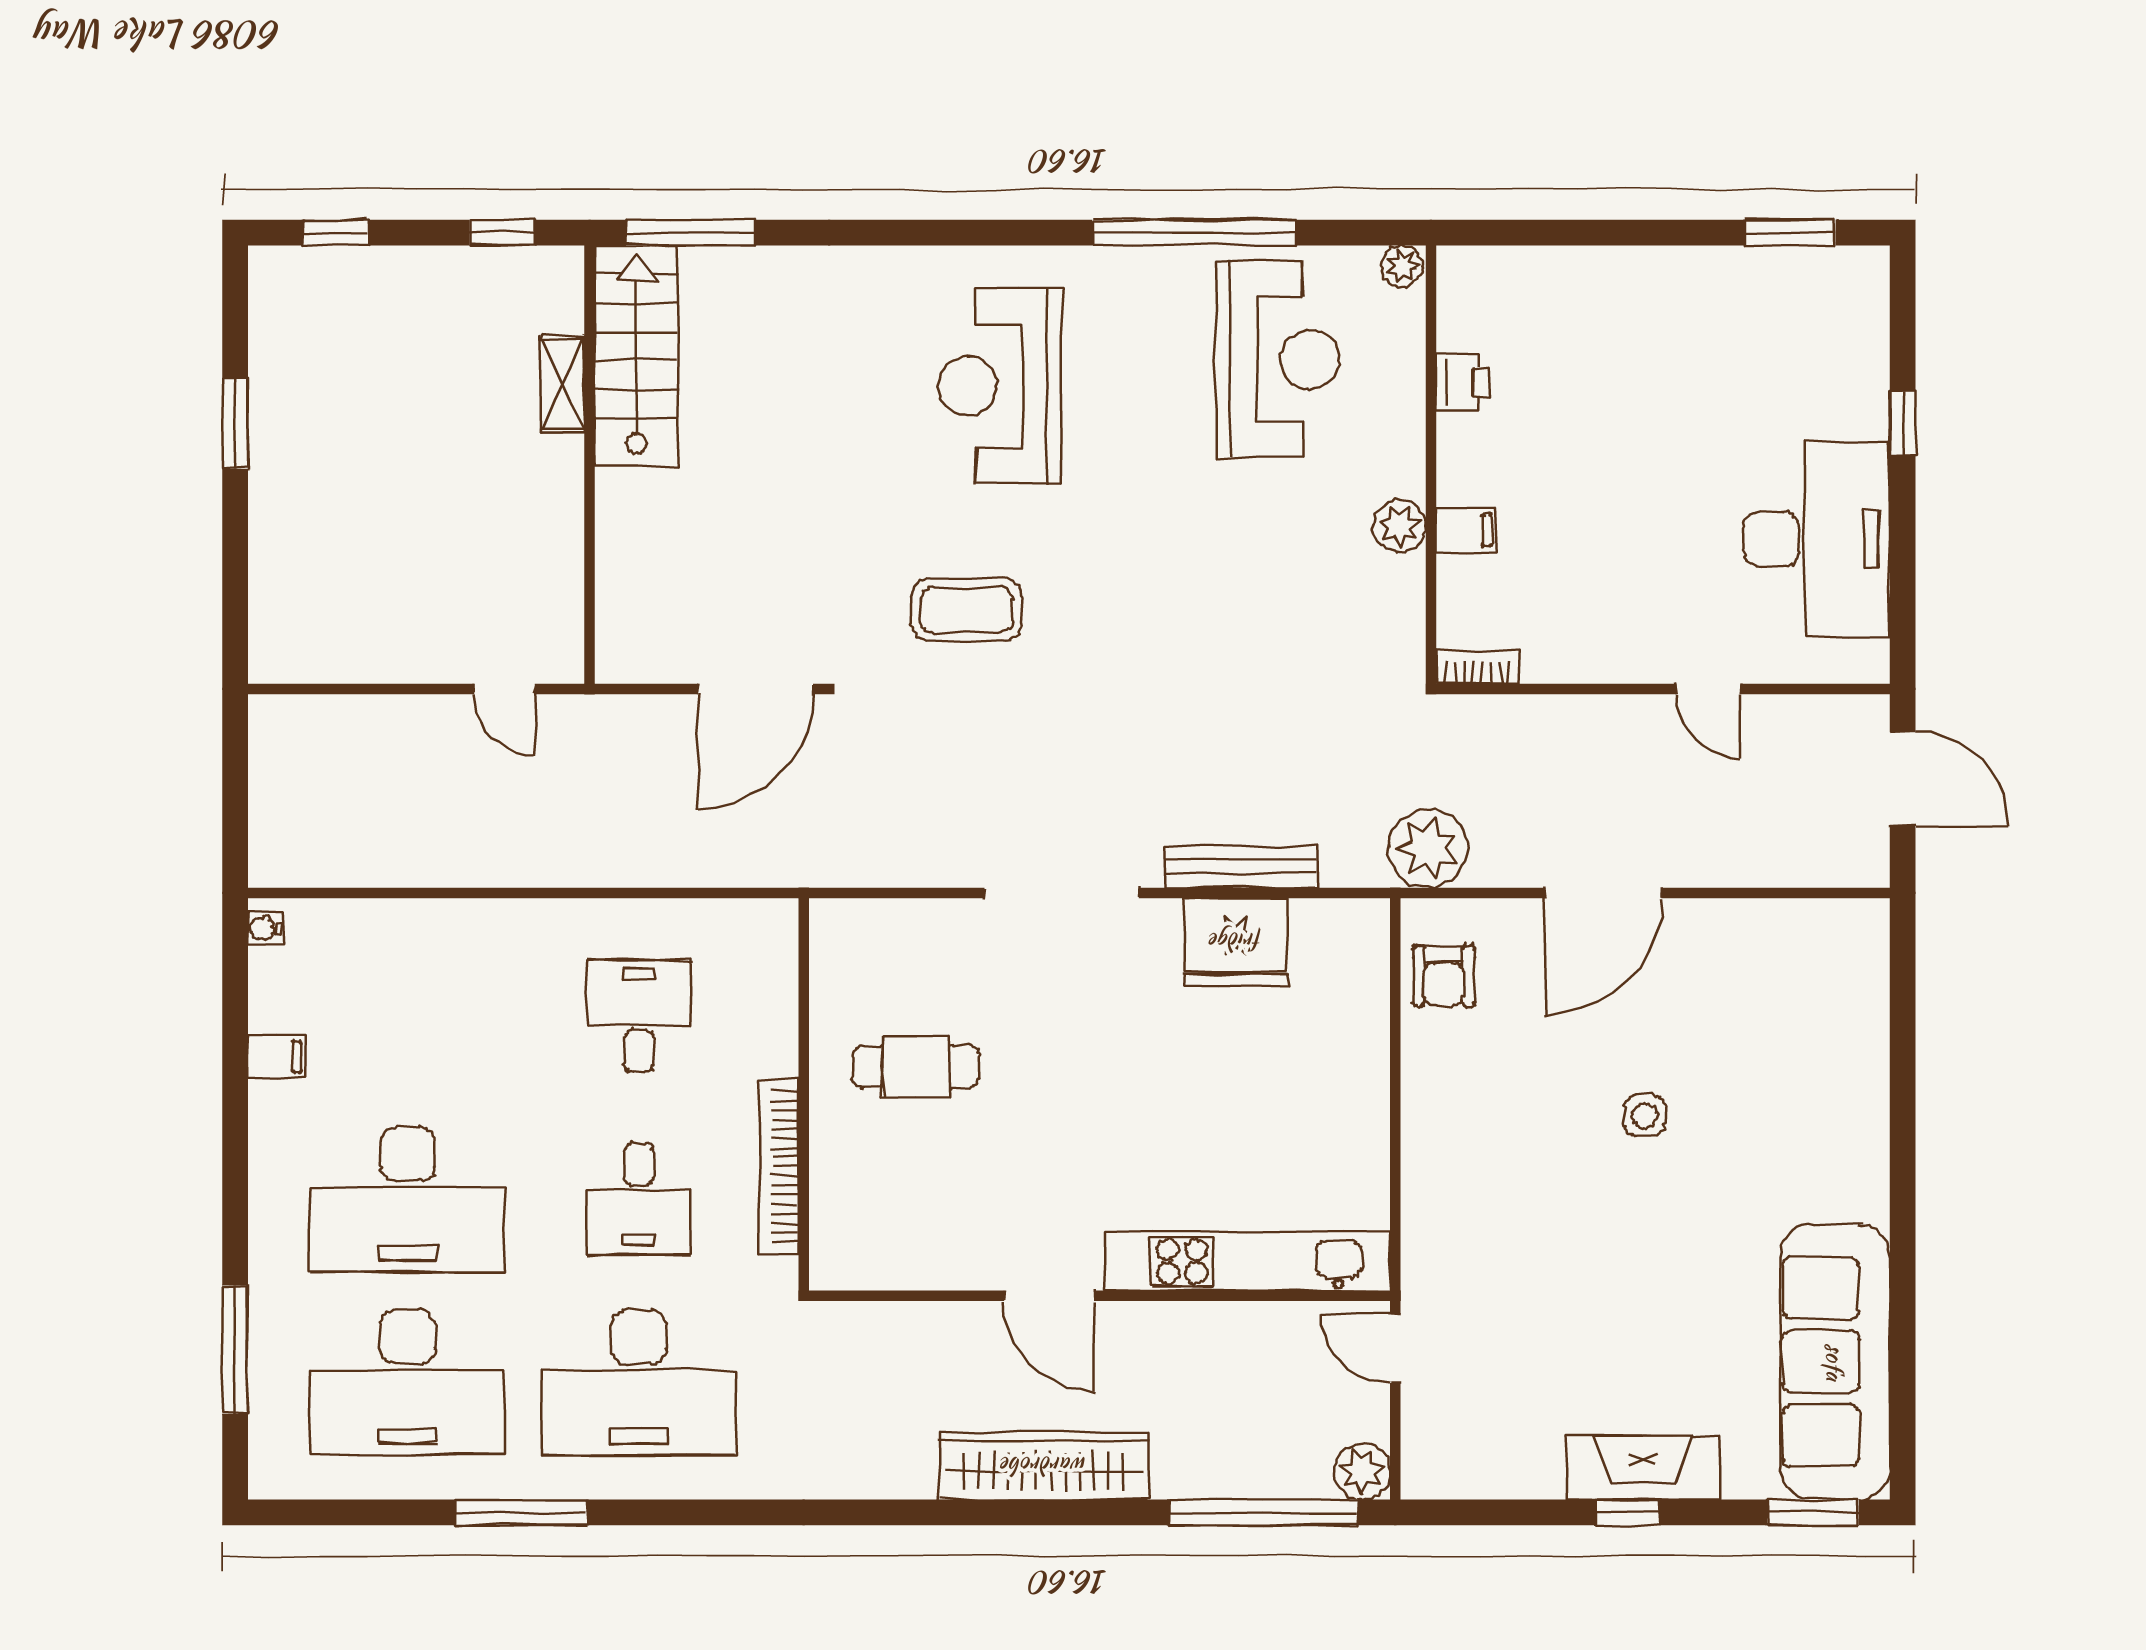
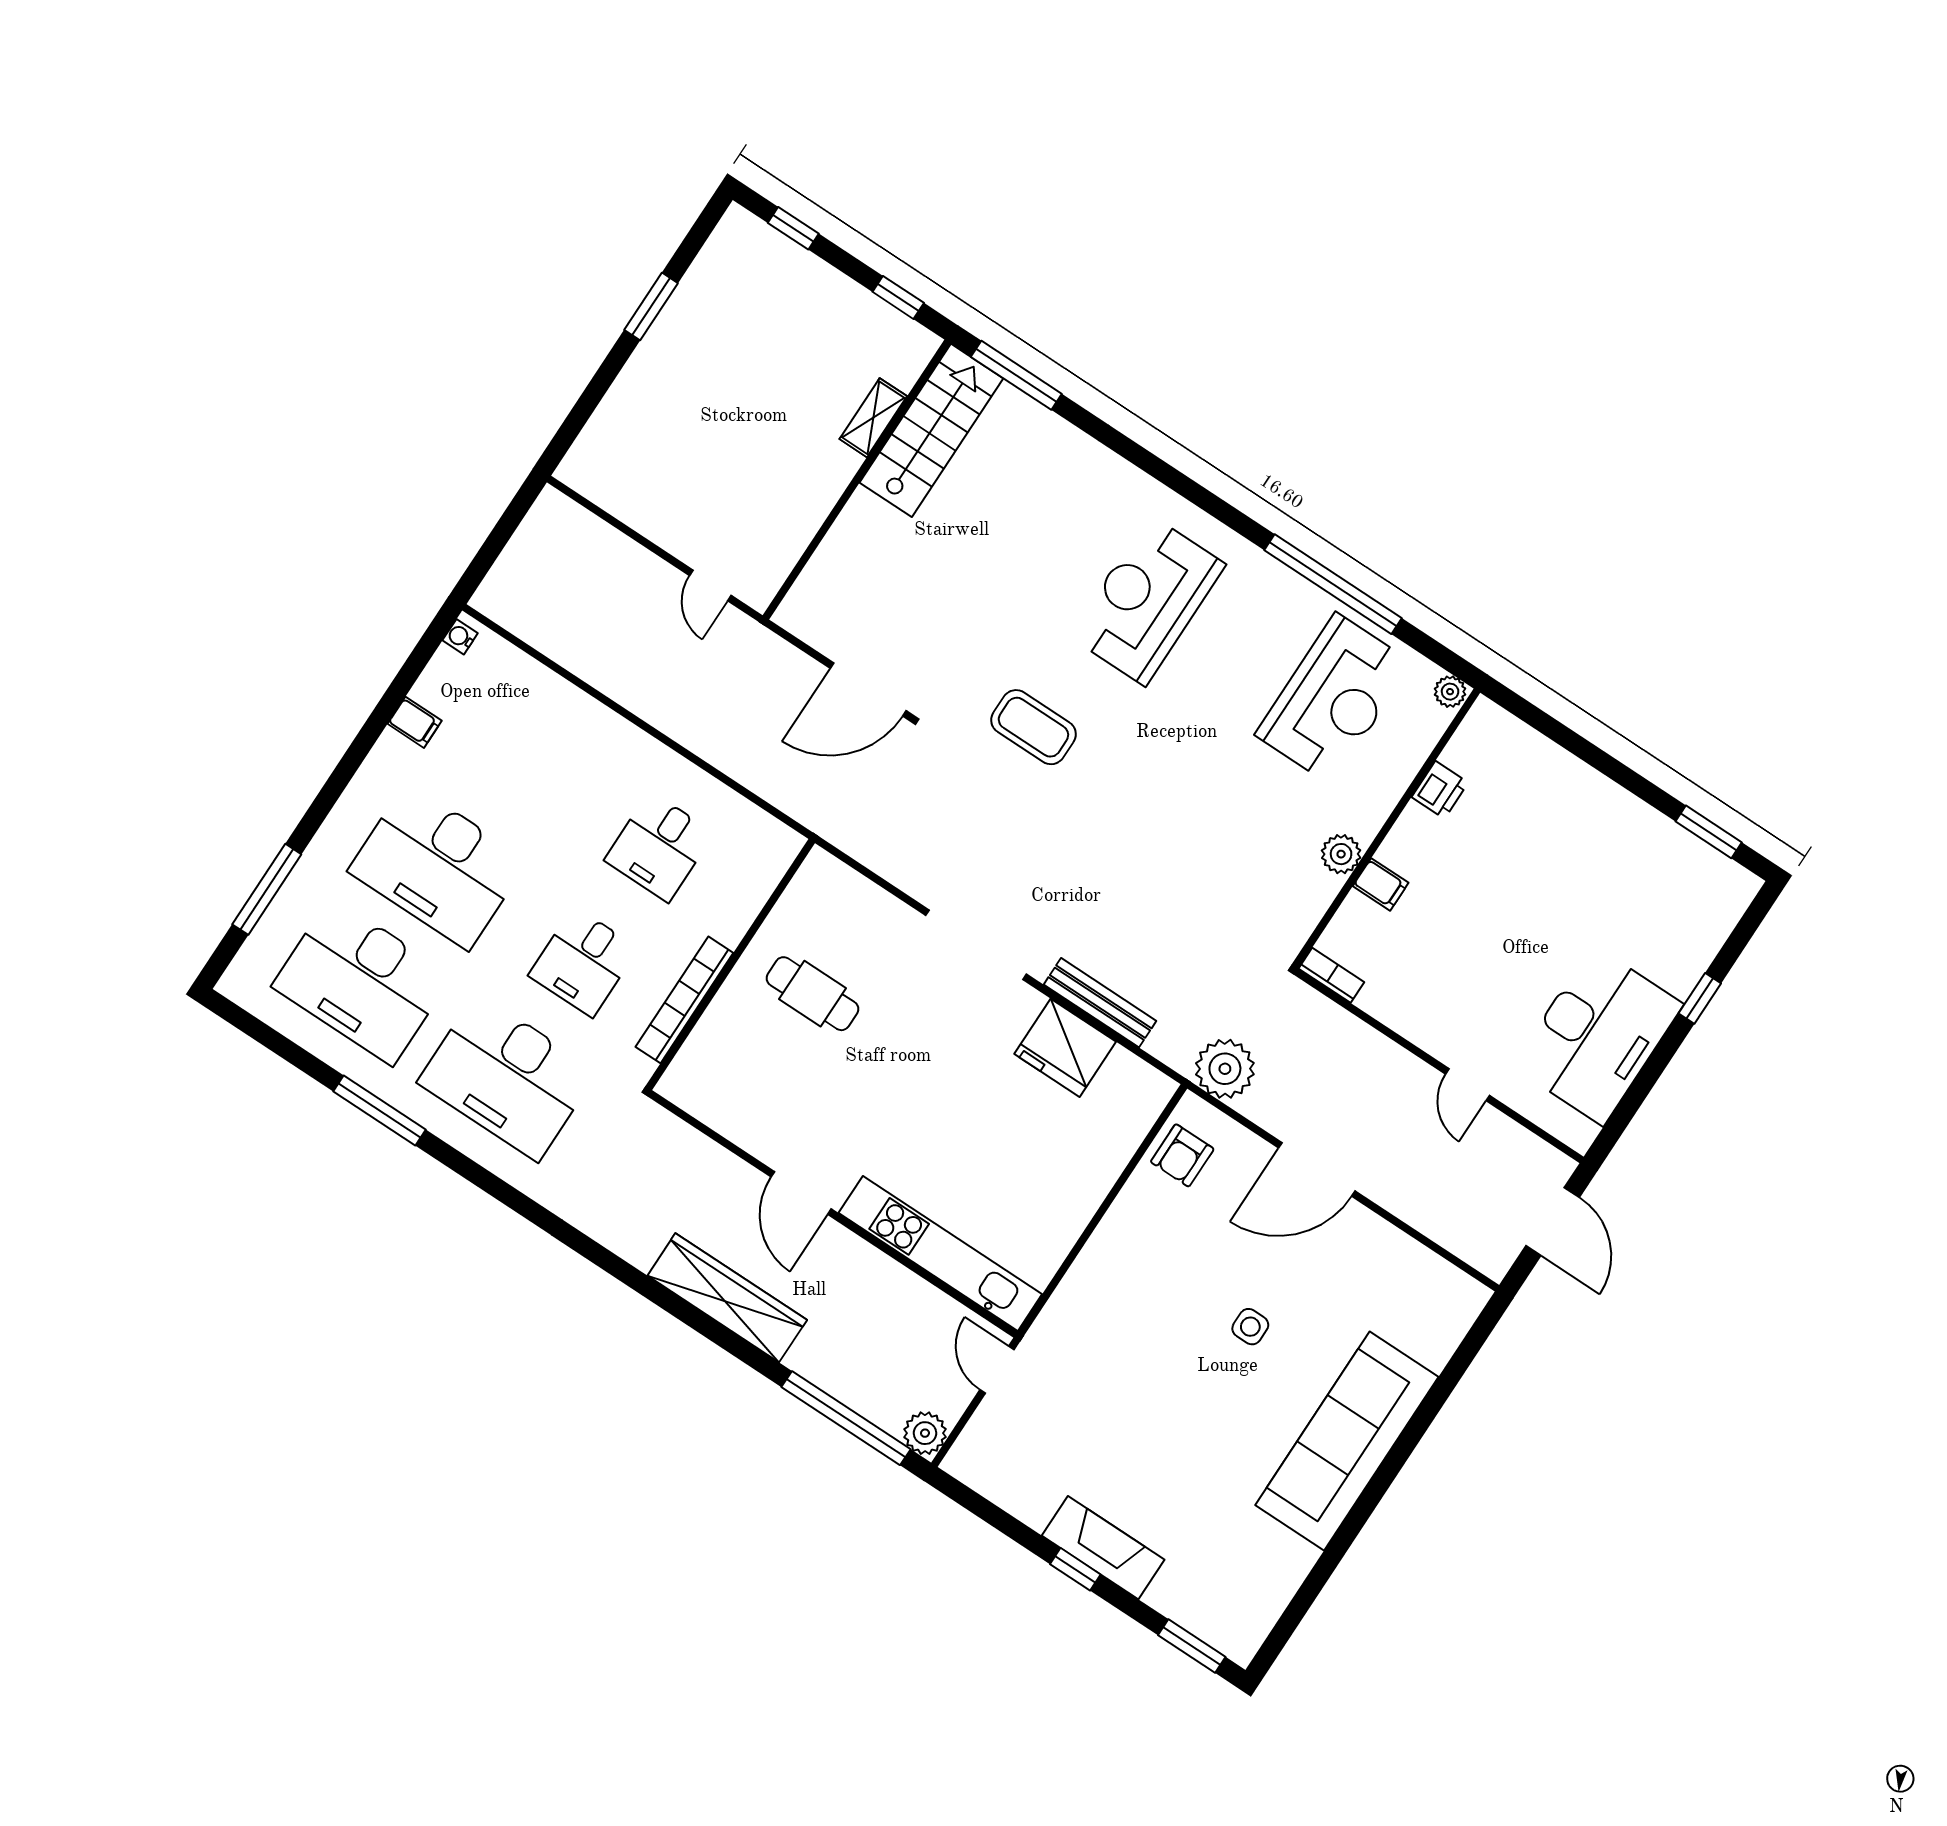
desk: (639, 1016) -> (659, 847), turned 180
sofa: (1835, 1362) -> (1347, 1441), moved

